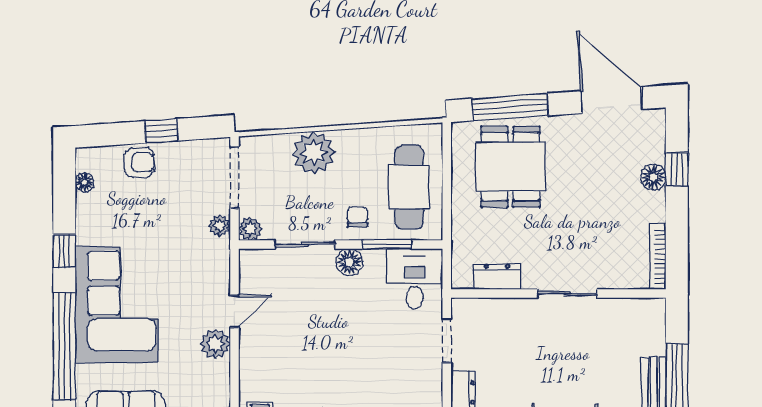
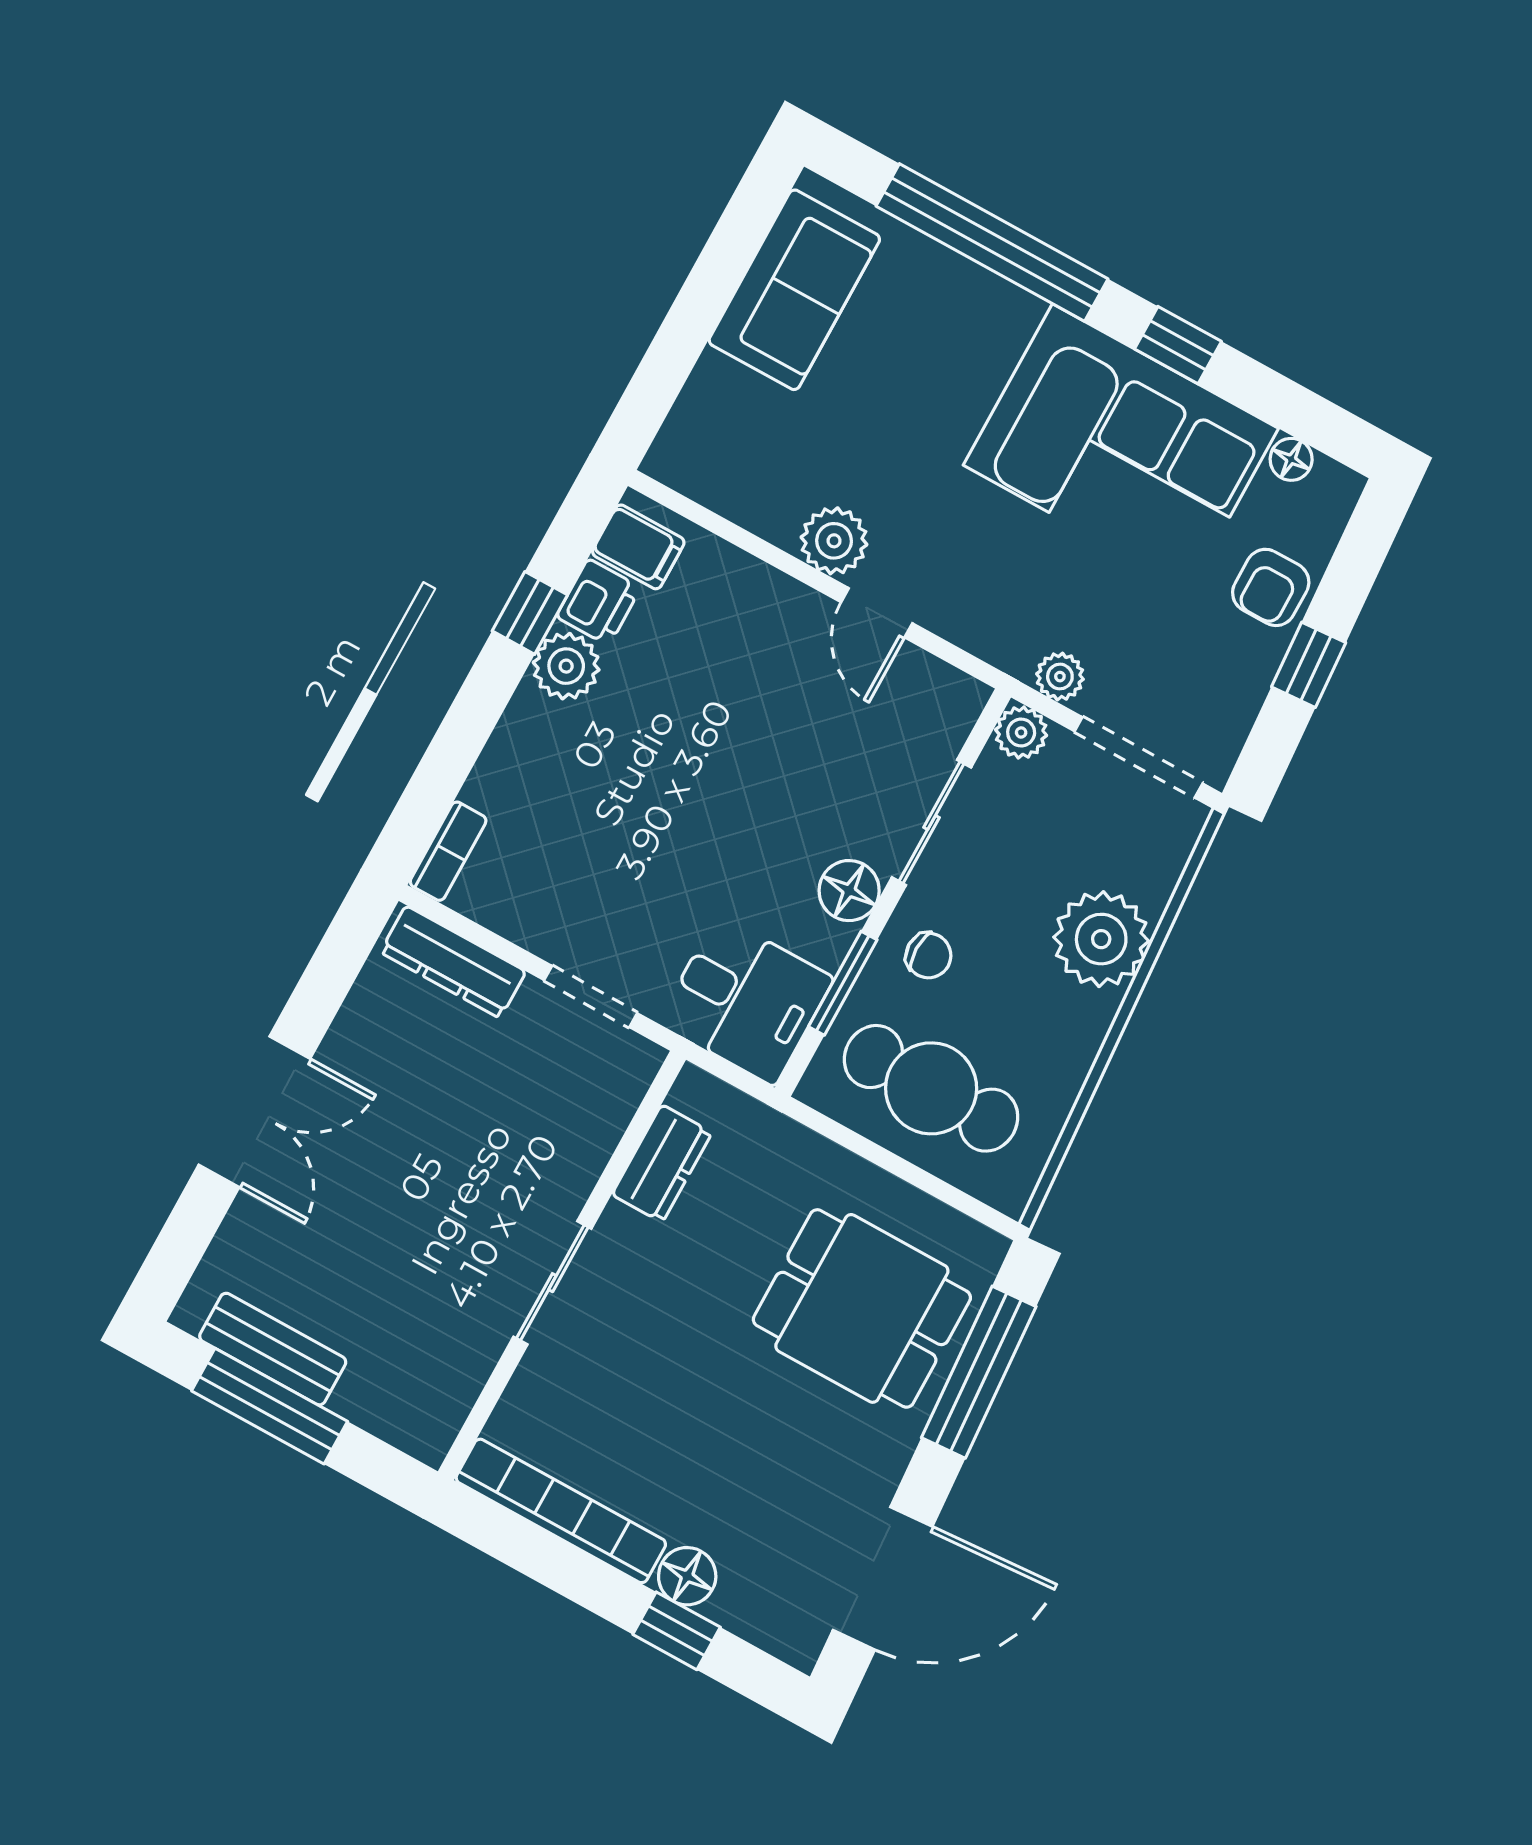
bookcase: (658, 257) -> (561, 1511), width x1.48, depth x1.31
corner sofa: (117, 305) -> (1121, 447), moved

